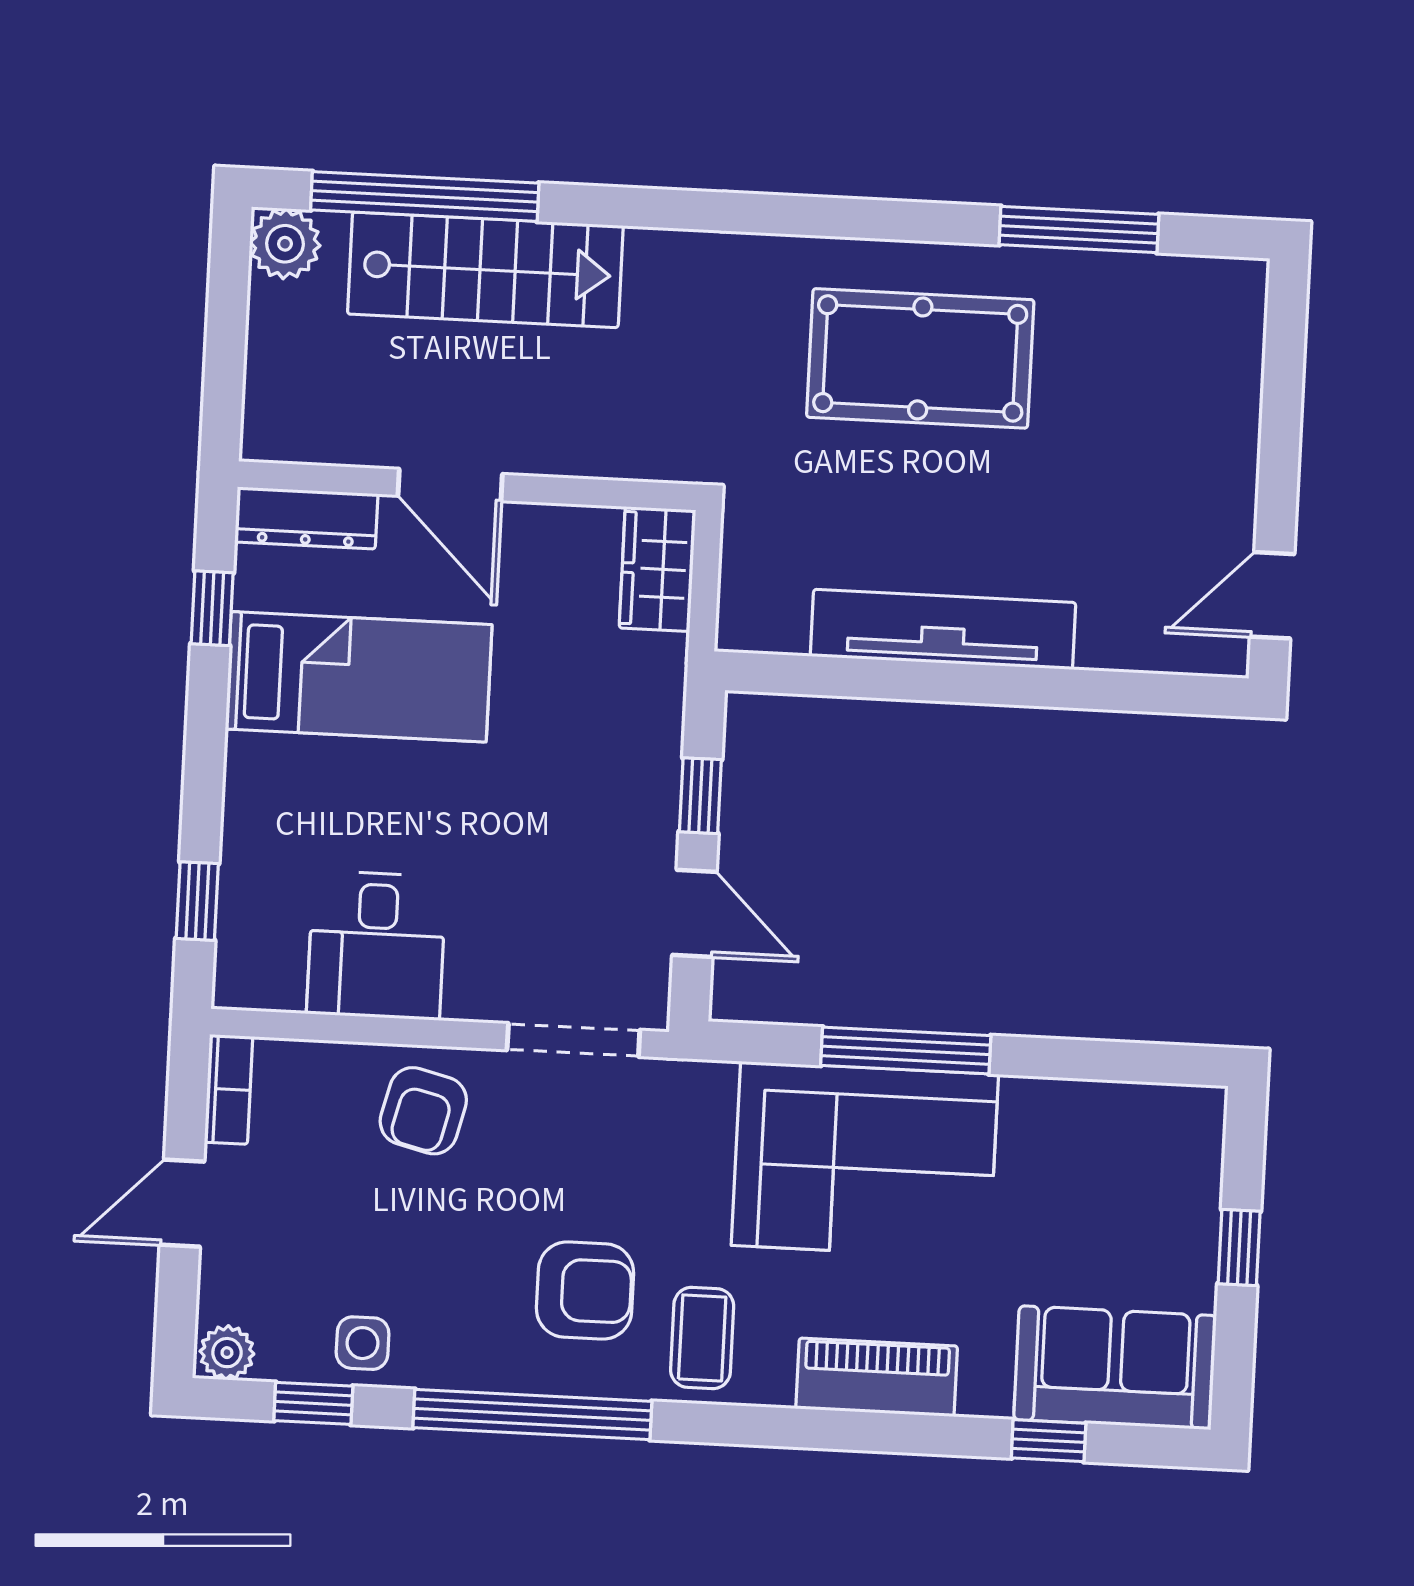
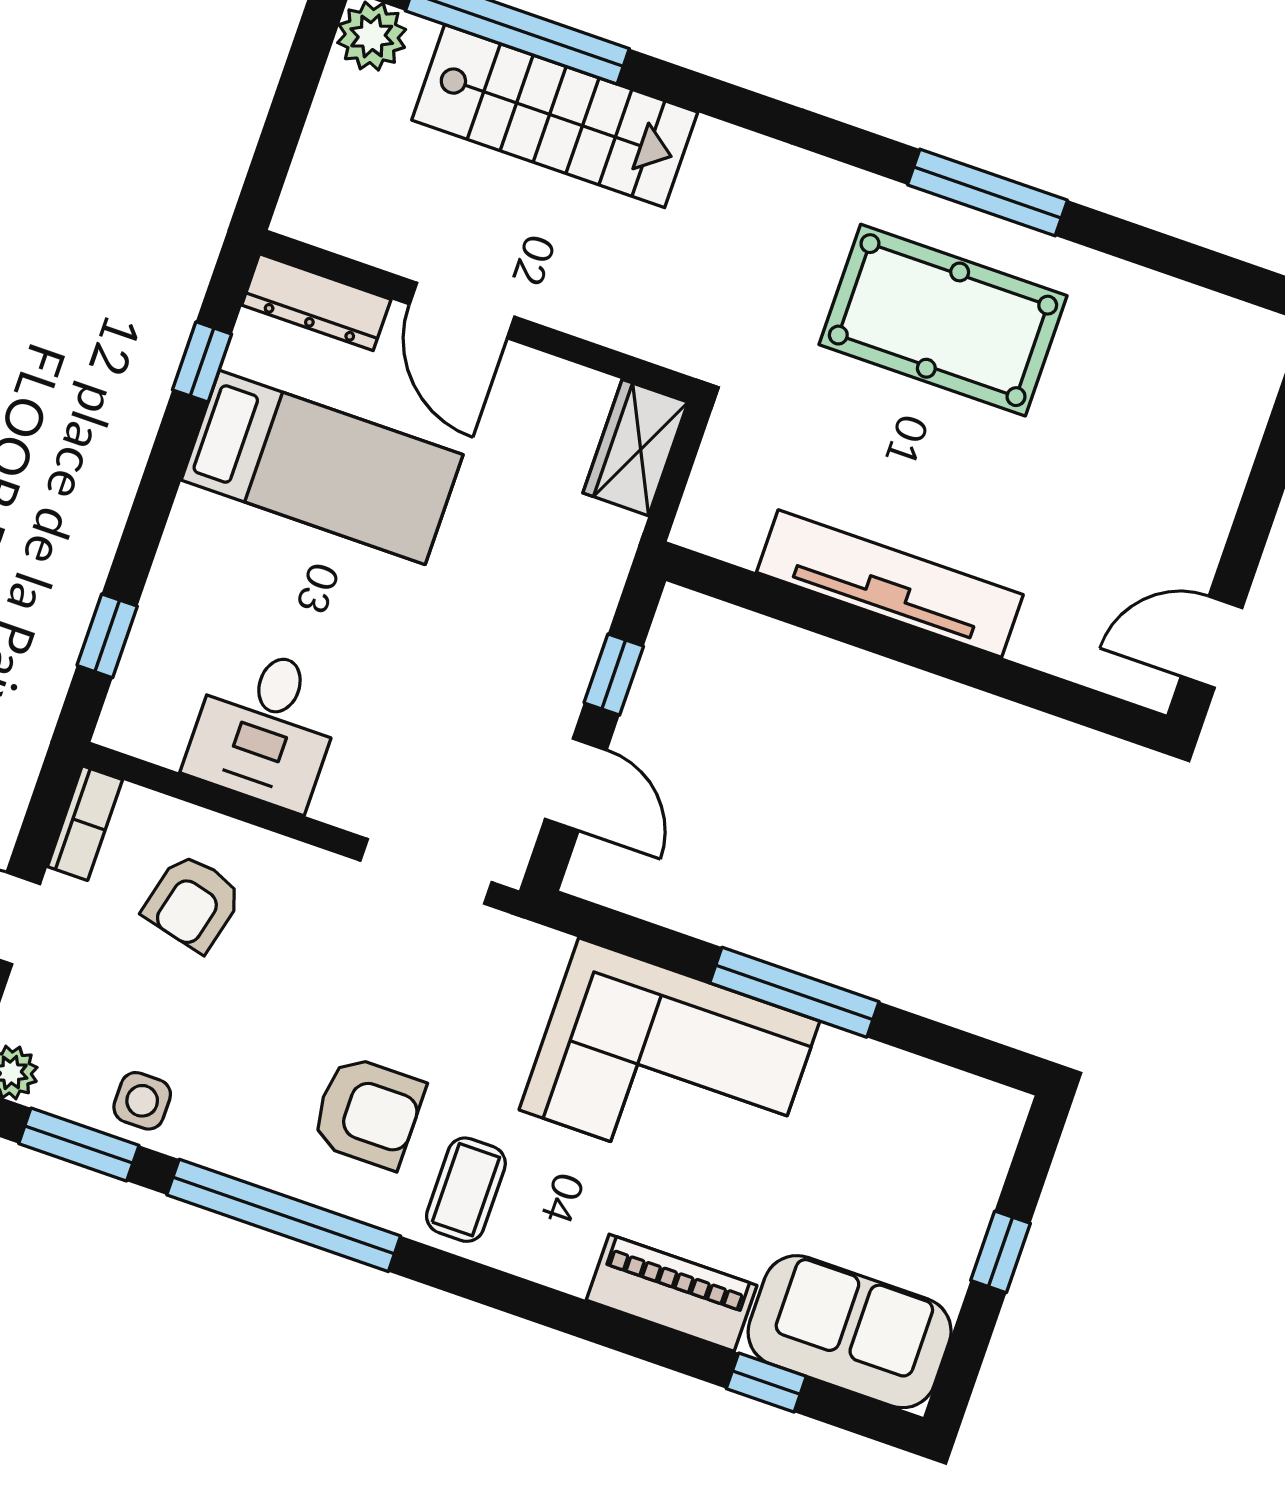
window: (1079, 230) -> (988, 192), moved
window: (906, 1050) -> (794, 992), moved
armchair: (423, 1111) -> (193, 903), moved
piano: (877, 1377) -> (672, 1293), moved
window: (313, 1403) -> (79, 1144), width x1.50

